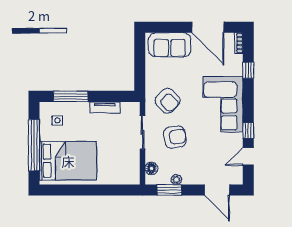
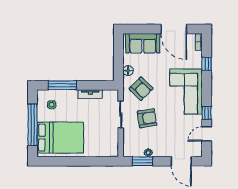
floor lamp: (151, 168) -> (128, 71), moved

